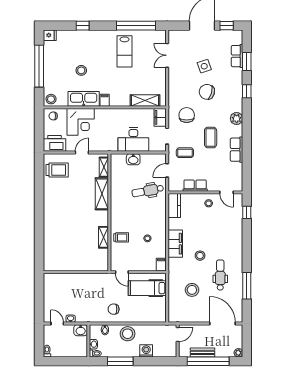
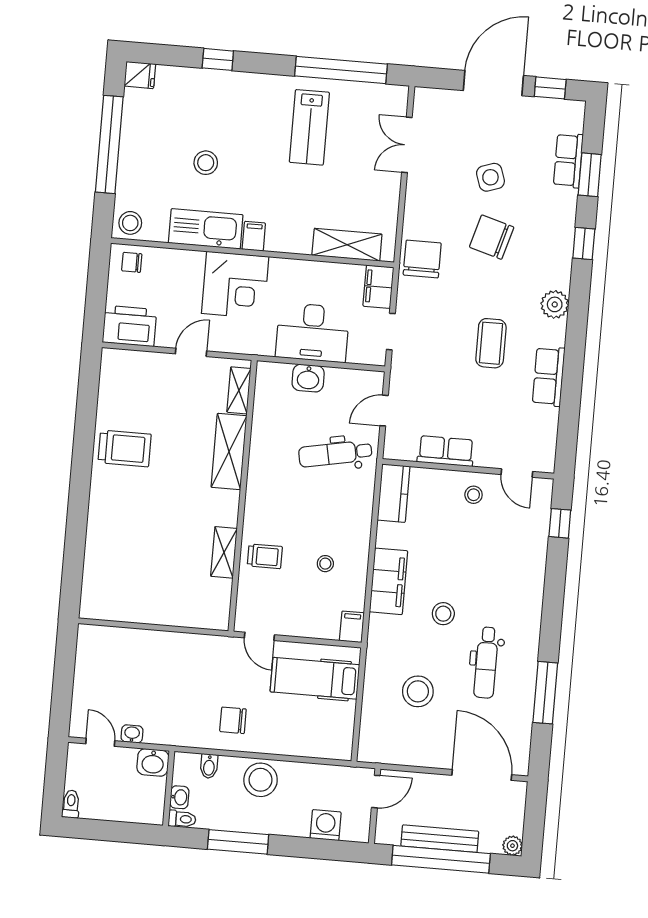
chair: (187, 115) -> (422, 259), moved
corner desk: (81, 122) -> (235, 285), moved
coffee table: (185, 153) -> (429, 373), removed
trolley: (57, 170) -> (125, 448), moved
dental chair: (220, 275) -> (486, 663), turned 180
washing machine: (146, 351) -> (326, 825), moved
bench: (202, 352) -> (440, 839), width x1.36

